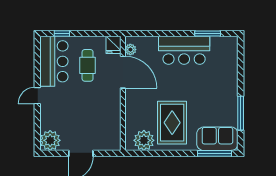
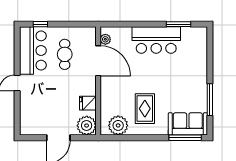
fridge: (113, 45) -> (88, 103), moved, turned 90
rug: (172, 123) -> (145, 109), width x0.73, depth x0.70
plant: (50, 140) -> (87, 126), moved

